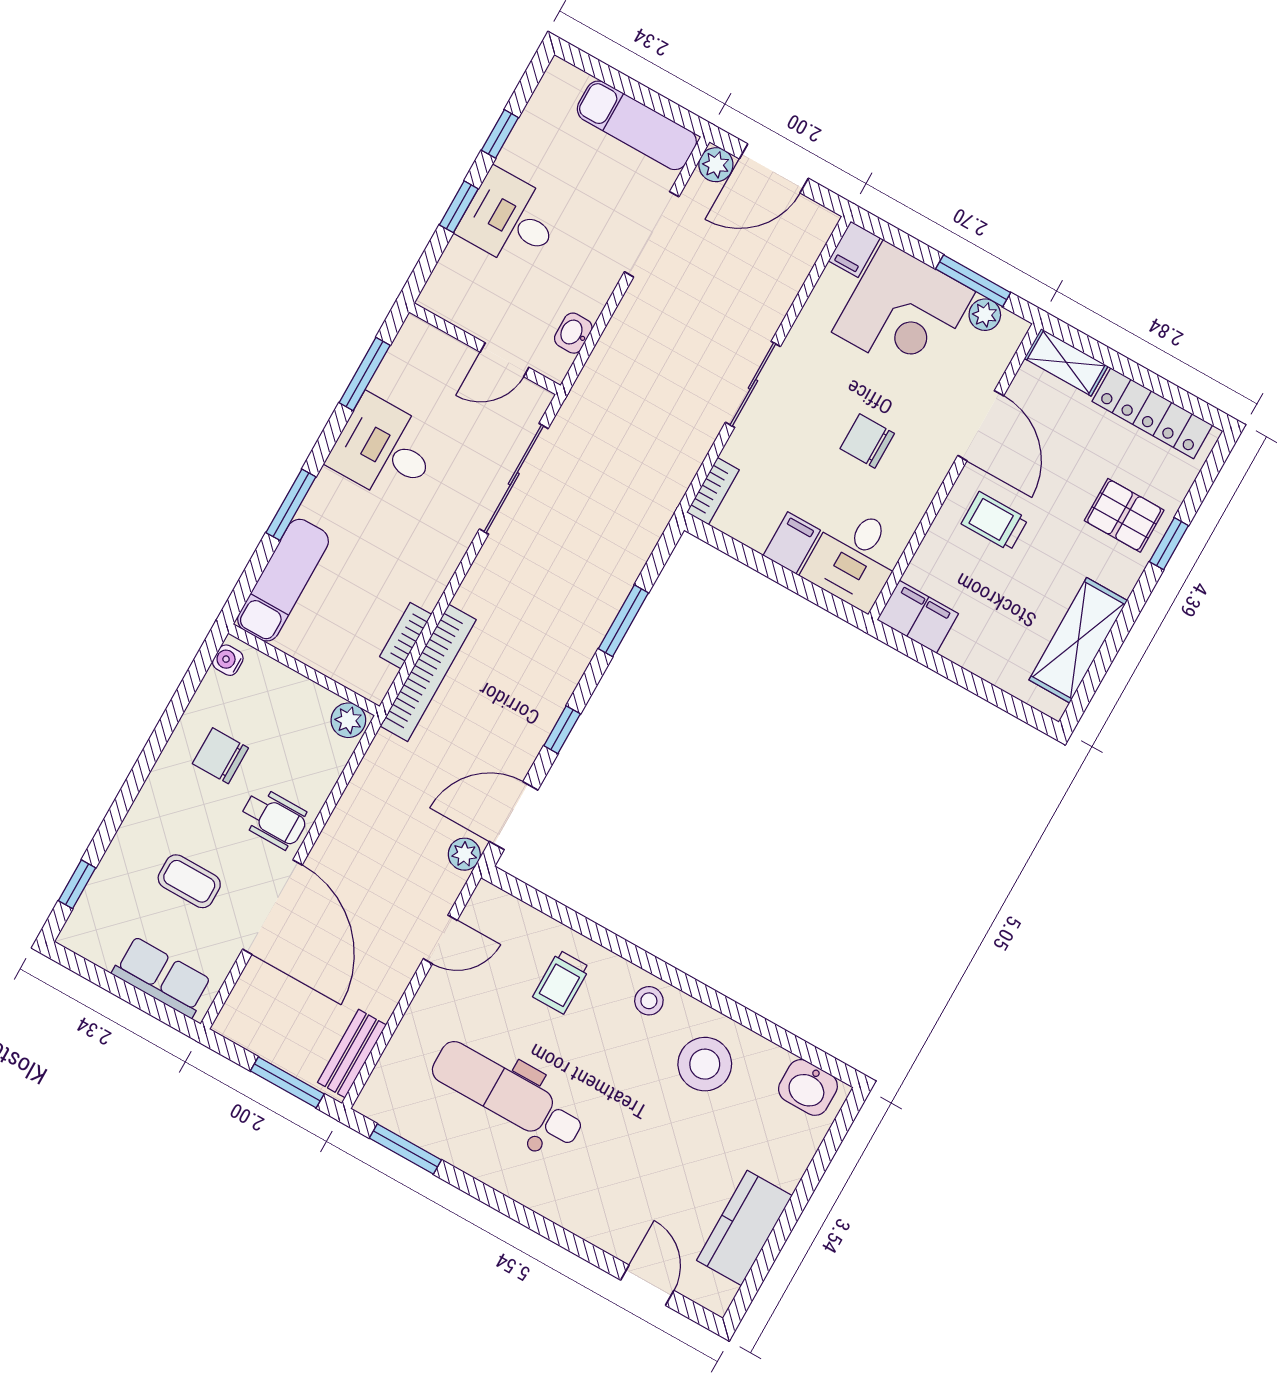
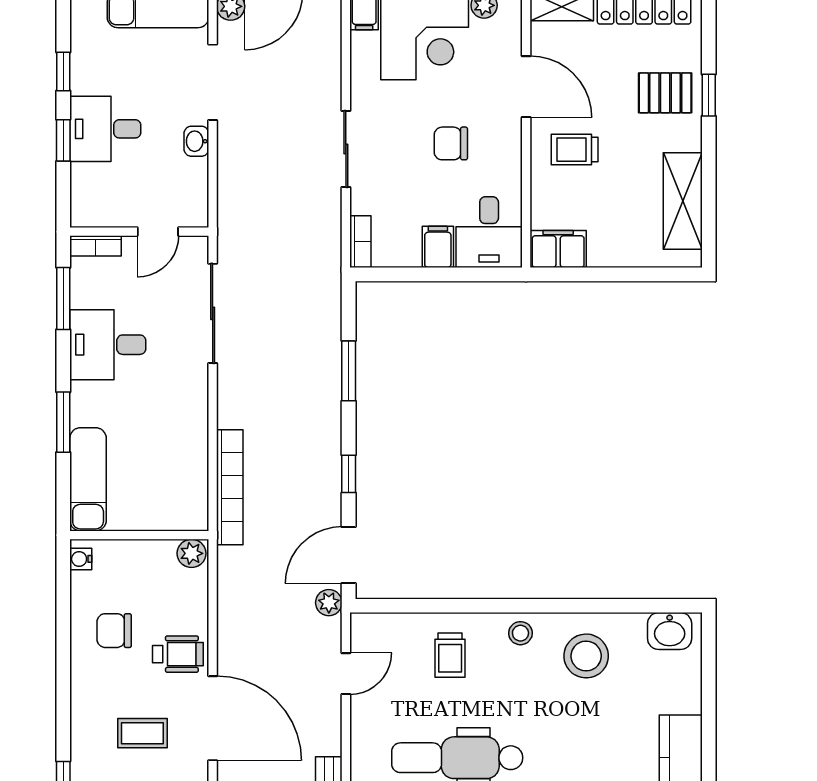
washbasin: (573, 333) -> (196, 141), moved
bookcase: (406, 636) -> (96, 246), moved, turned -90

